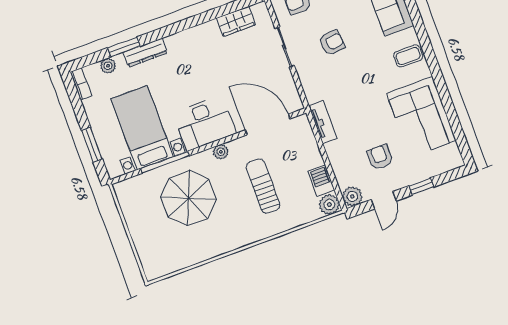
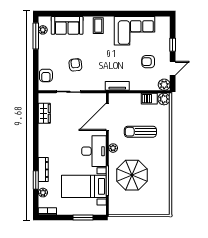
door: (384, 200) -> (173, 68), hinge flipped

